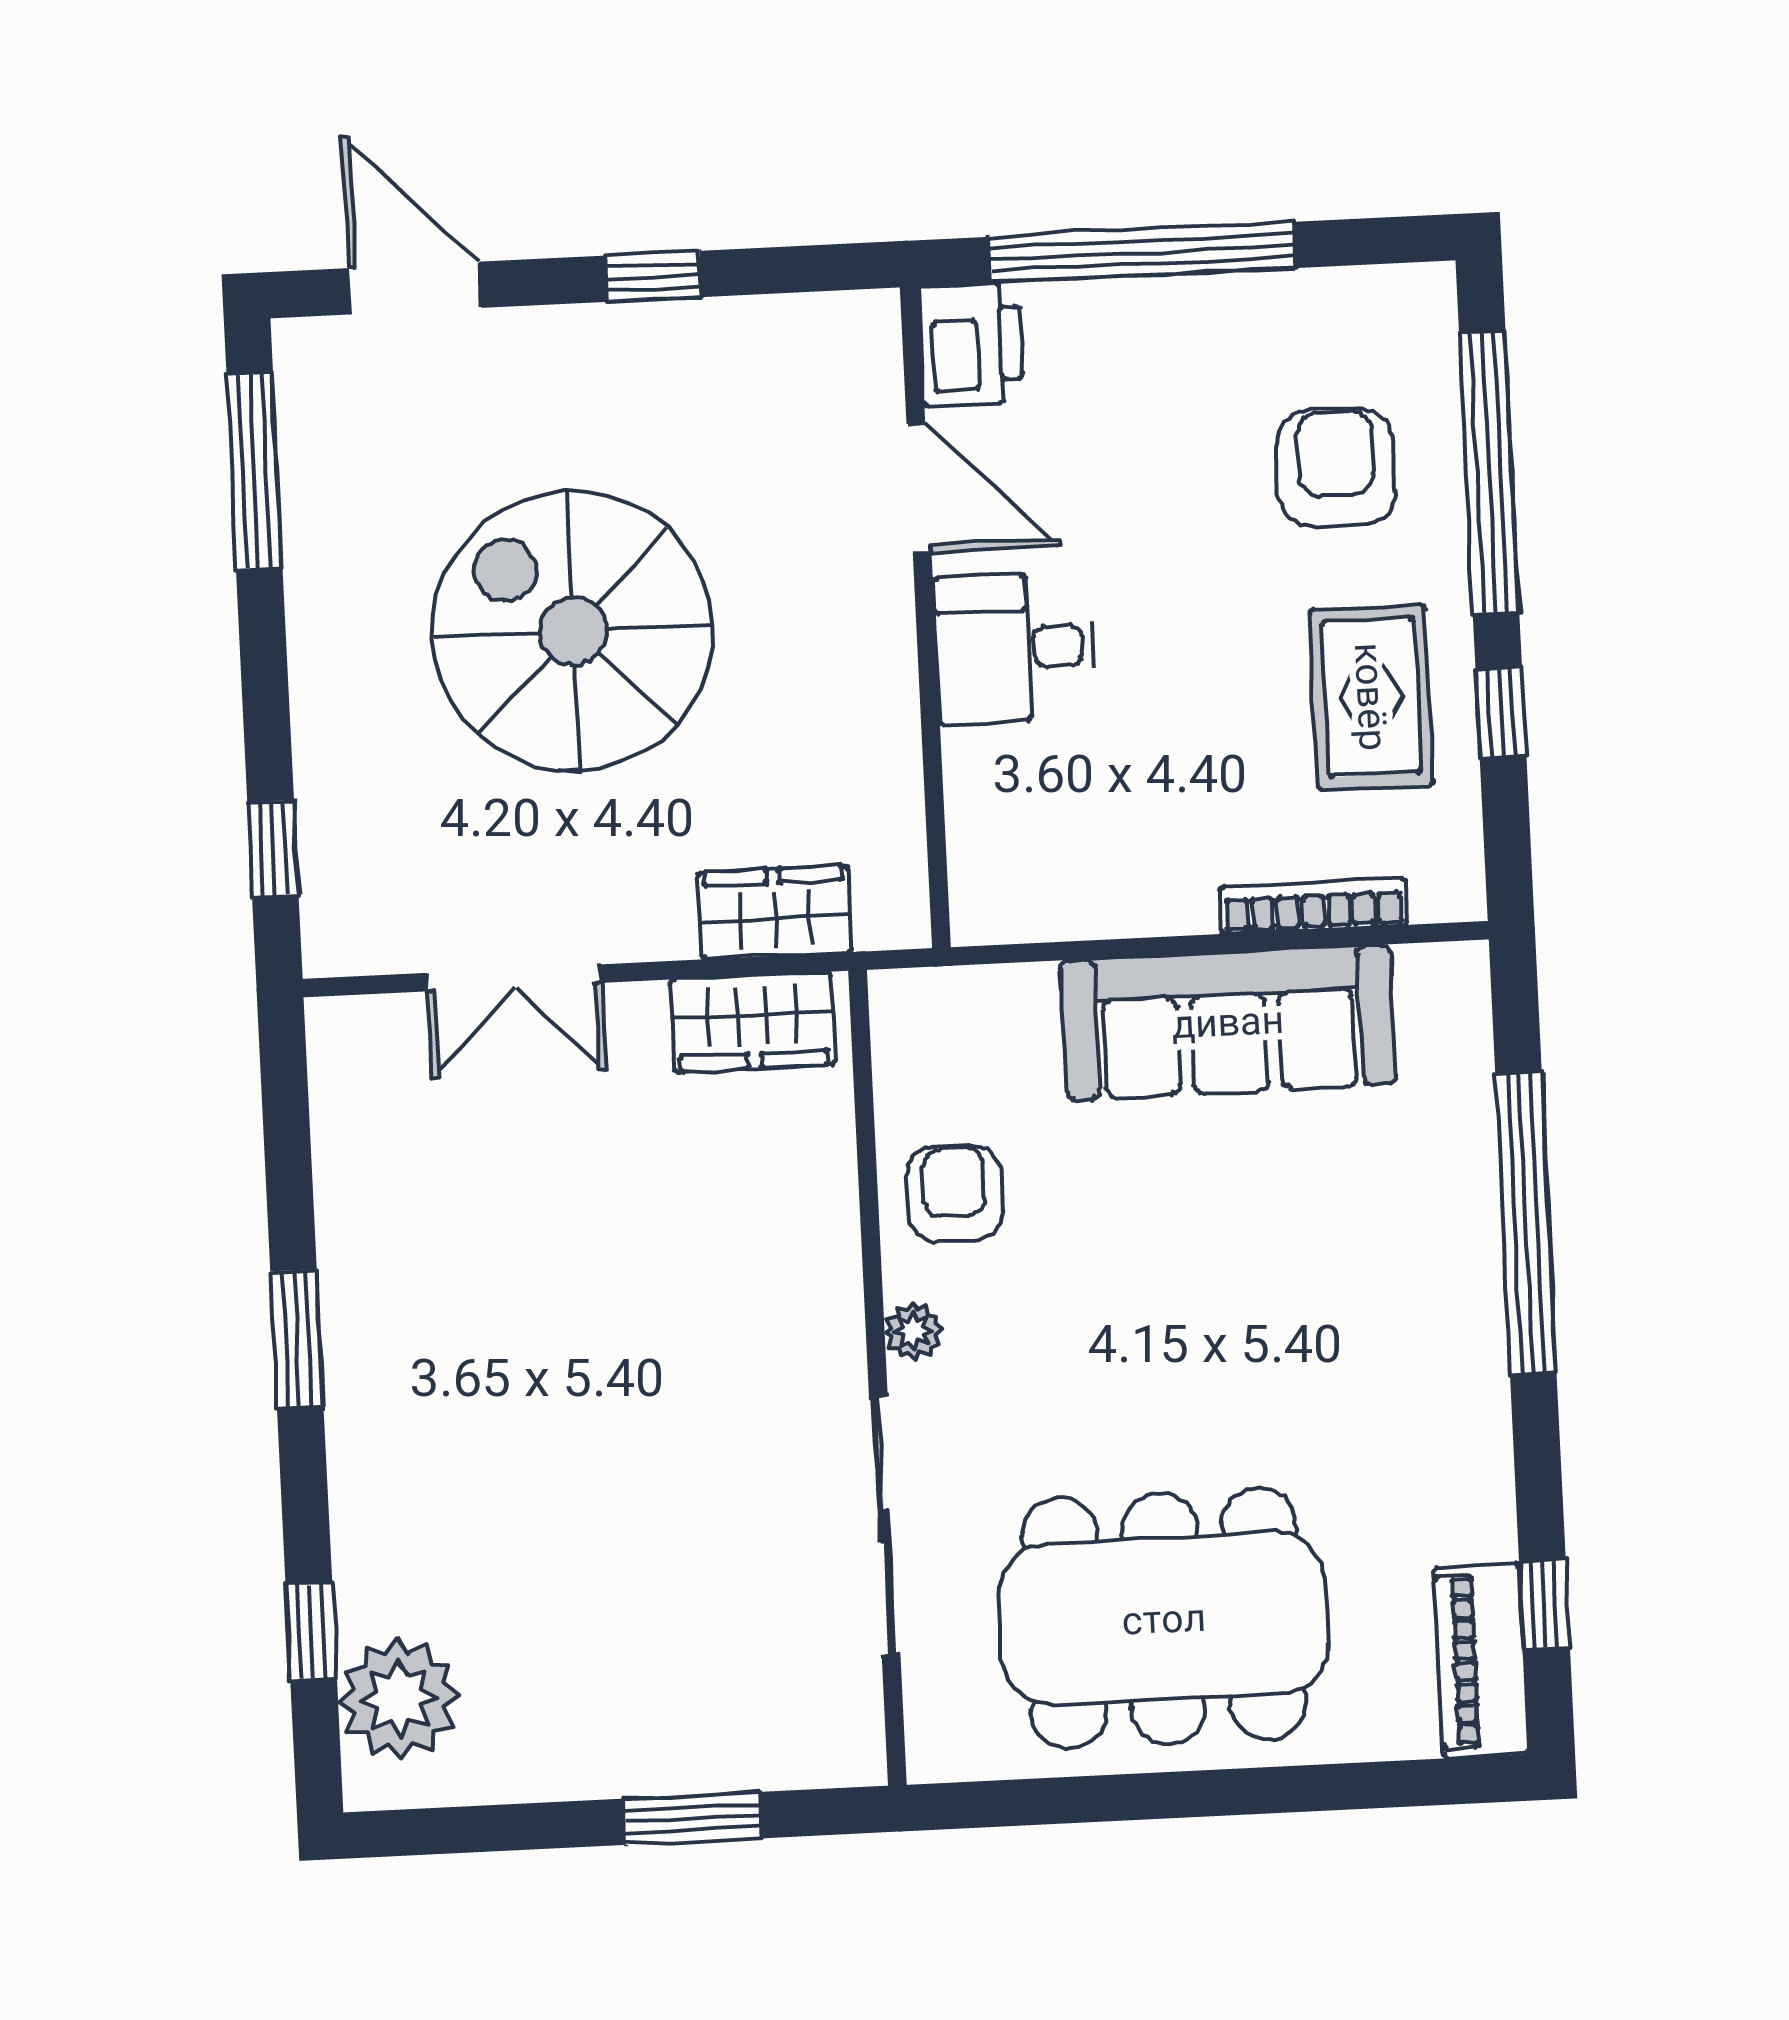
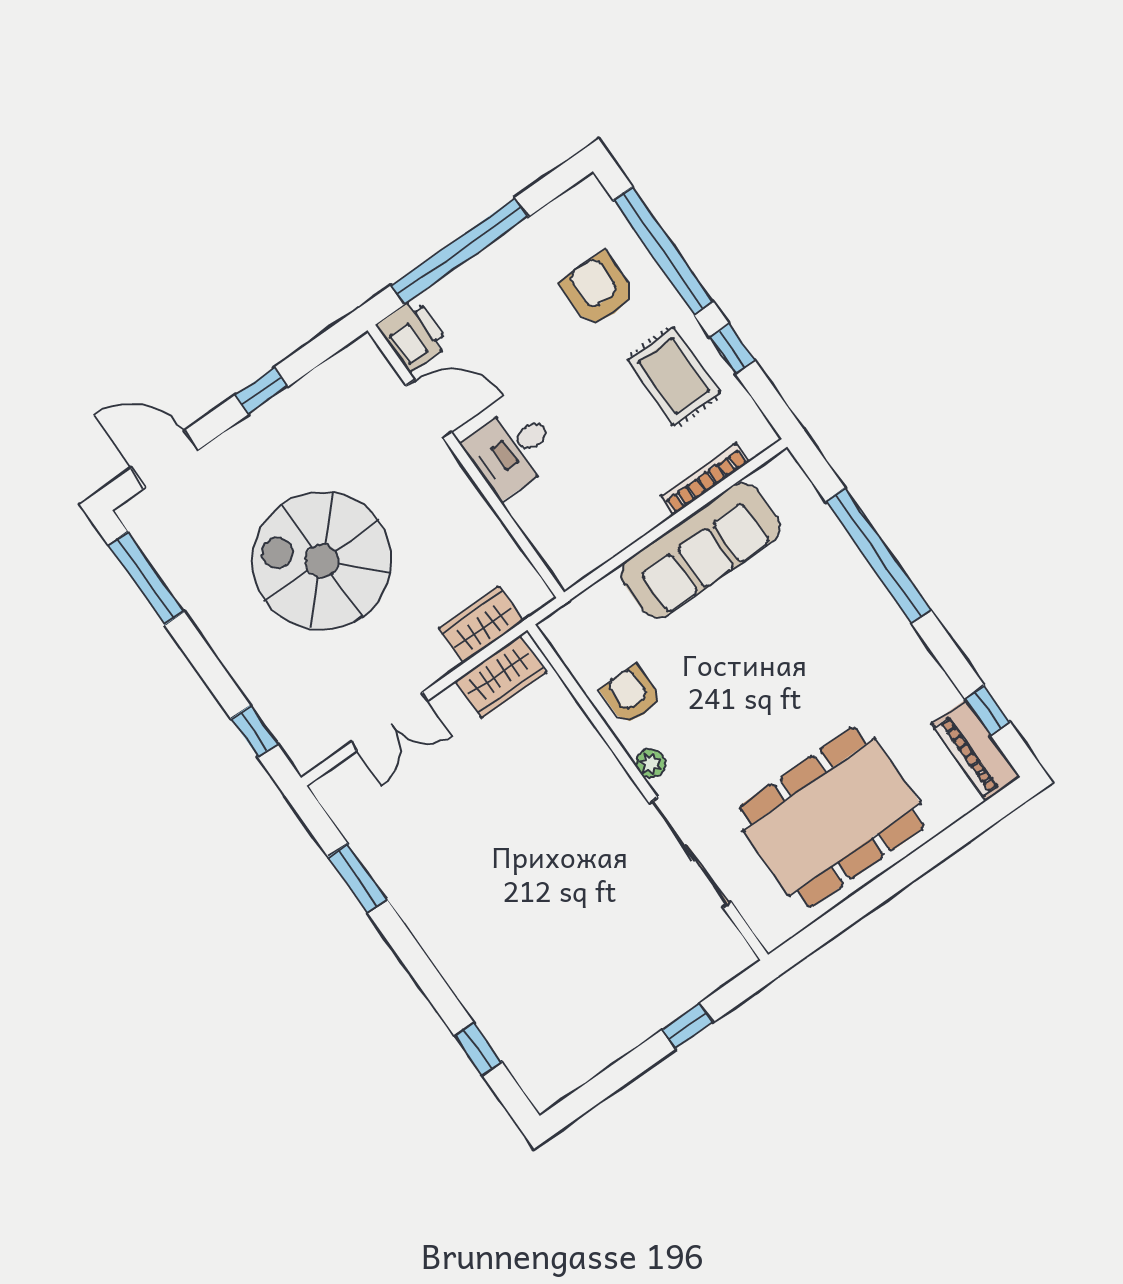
window: (297, 1339) -> (358, 878), moved
plant: (399, 1699) -> (533, 1054), removed
window: (693, 1818) -> (688, 1026), width x0.67

